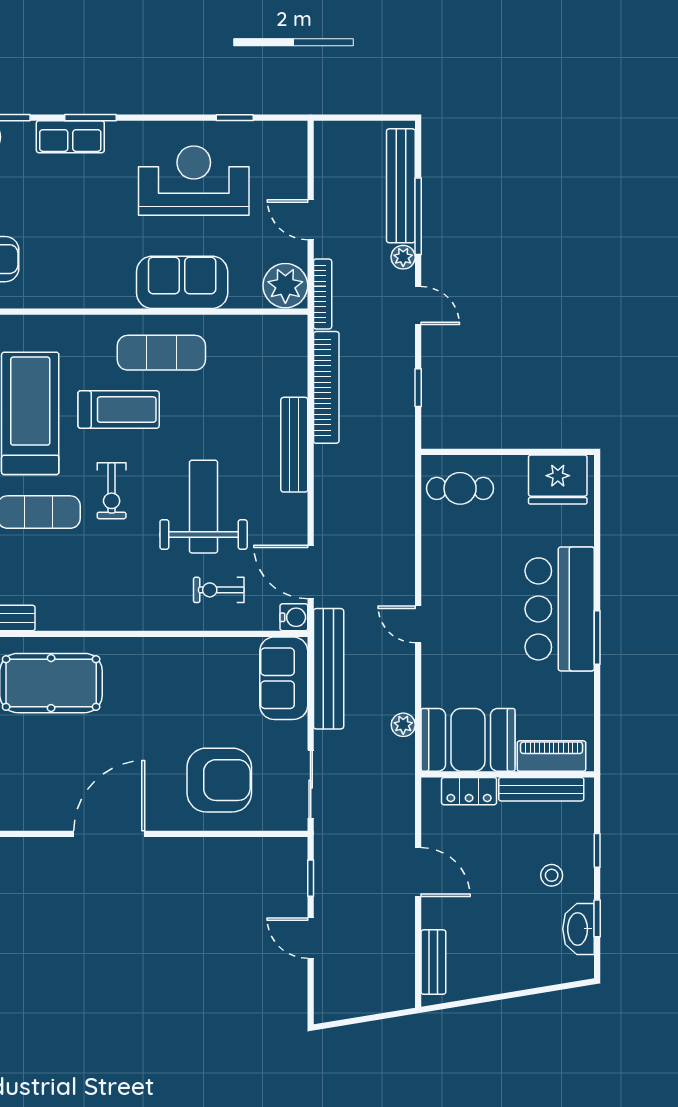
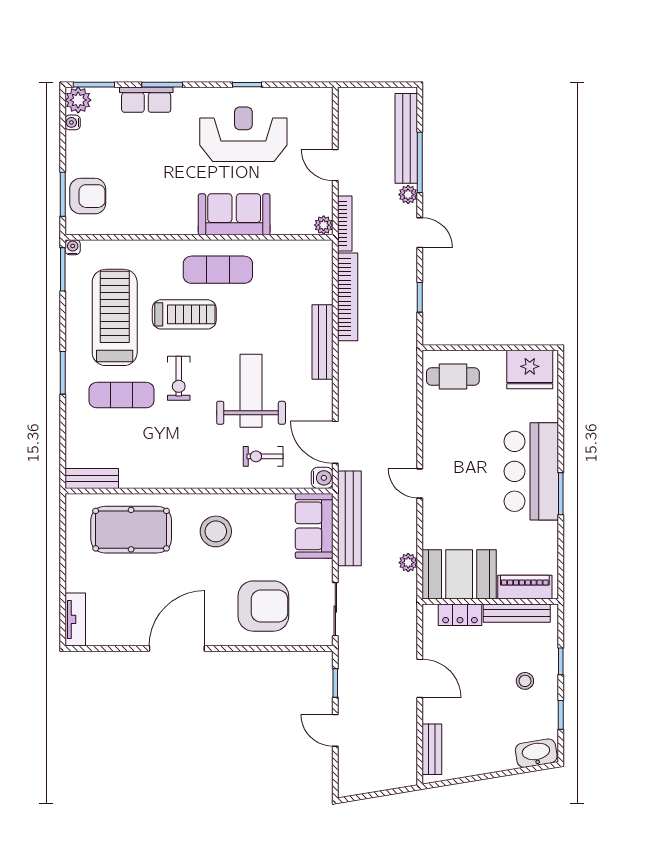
window: (235, 118) -> (247, 85), moved
plant: (285, 286) -> (324, 225), width x0.53, depth x0.53
stool: (159, 685) -> (216, 531), added
washbasin: (579, 929) -> (536, 753), moved, turned 81

